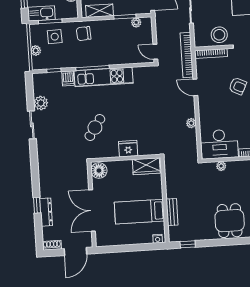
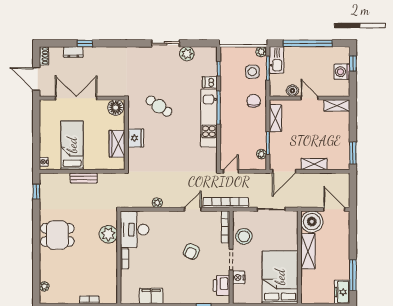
plant: (36, 51) -> (261, 52), moved
wardrobe: (146, 166) -> (117, 144), moved
plant: (221, 166) -> (108, 234), width x1.88, depth x1.88
dresser: (46, 212) -> (73, 52), width x0.70
bench: (172, 212) -> (84, 178), moved

